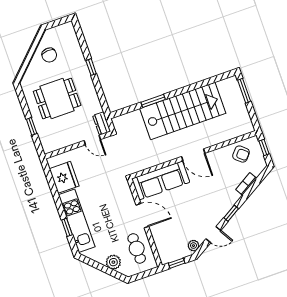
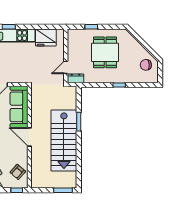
chair: (49, 55) -> (146, 65), moved
door: (193, 155) -> (29, 137), hinge flipped

